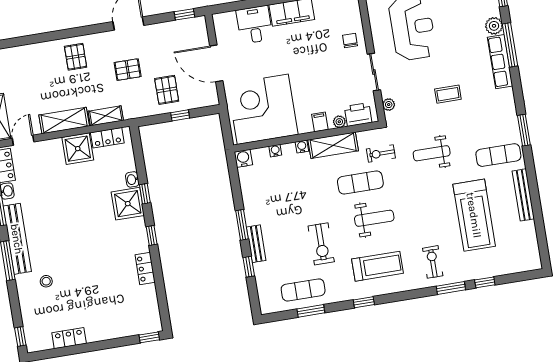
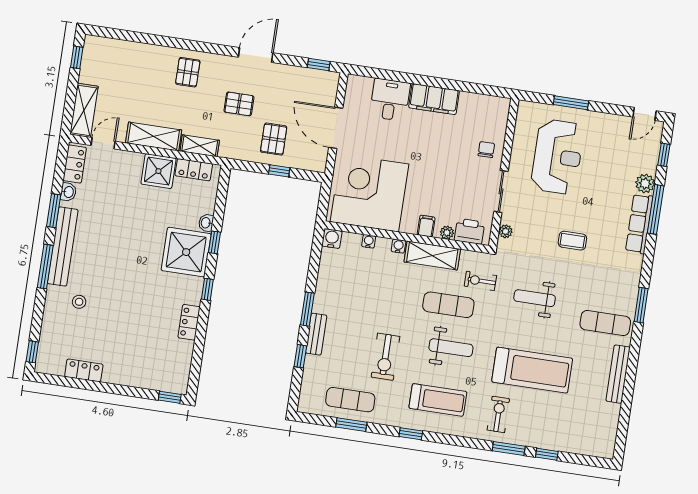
shower: (128, 204) -> (186, 252), width x1.37, depth x1.37
treadmill: (474, 215) -> (532, 370), moved, turned -90

